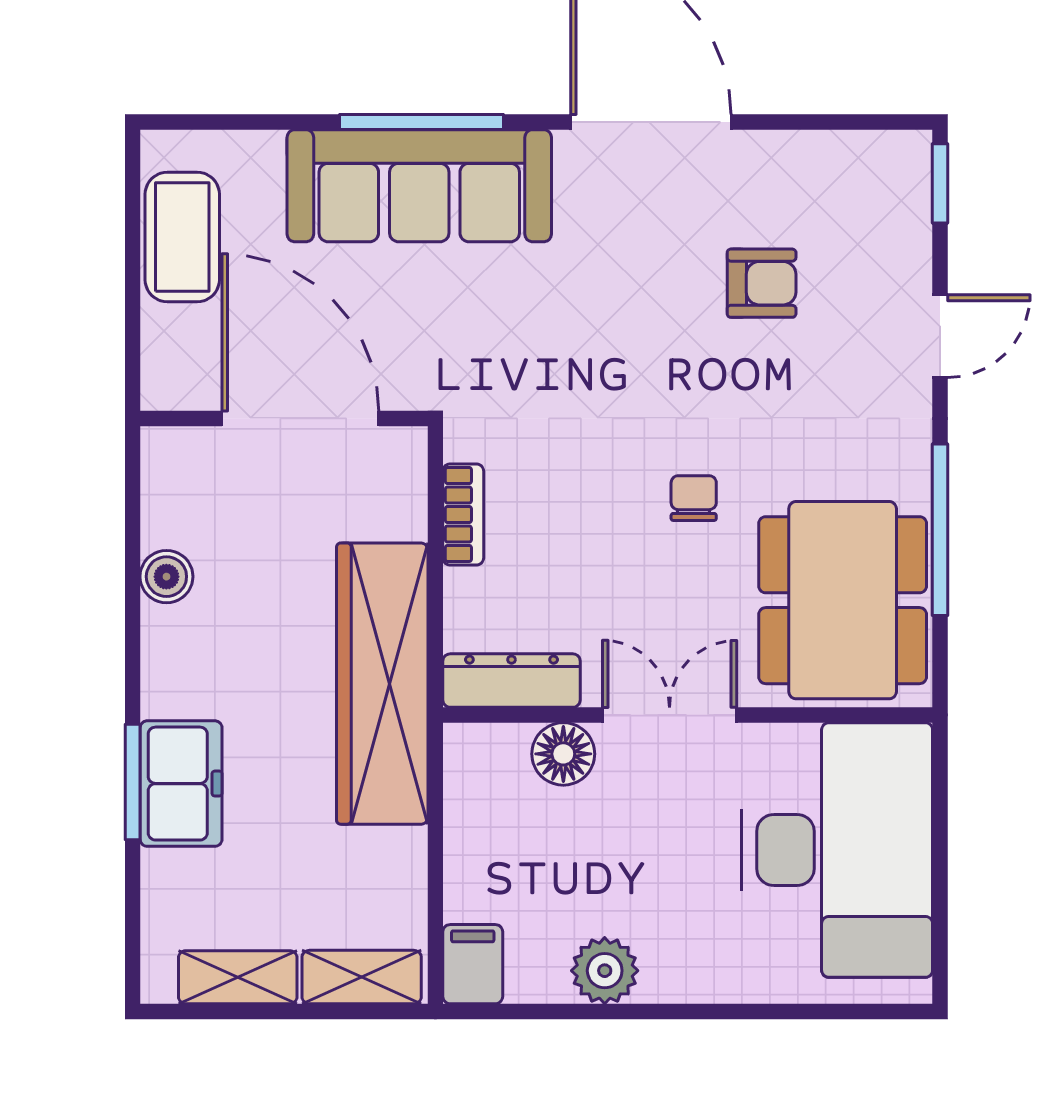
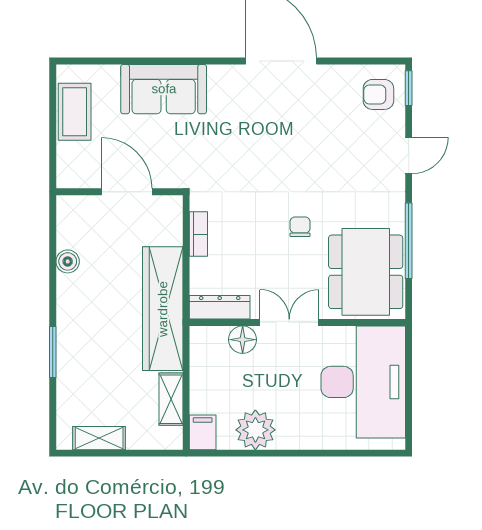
window: (421, 122) -> (180, 61), removed
sofa: (419, 186) -> (164, 89), width x0.73
armchair: (762, 283) -> (378, 94), moved, turned 180
door: (300, 418) -> (127, 192), width x0.73
freezer: (181, 784) -> (74, 353), removed
plant: (605, 971) -> (255, 430), width x1.36, depth x1.36
shelving: (362, 977) -> (171, 399), moved, turned 90

